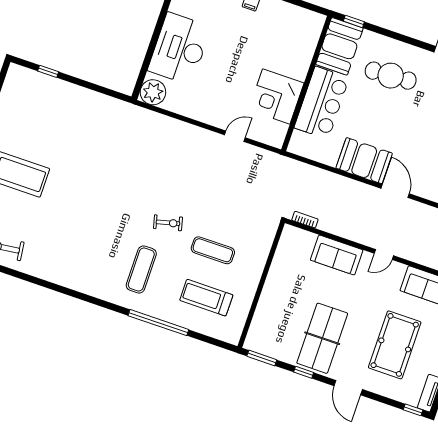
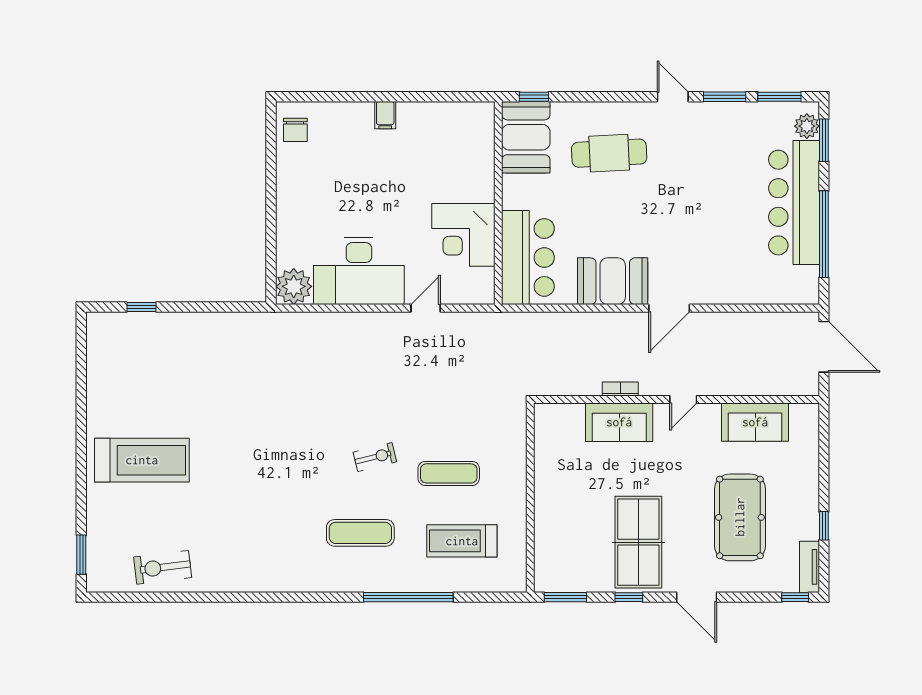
desk: (179, 49) -> (359, 271), moved, turned -90
bar counter: (322, 103) -> (528, 257), moved
door: (395, 191) -> (669, 308), swing flipped
bookcase: (305, 220) -> (620, 389), moved
exercise mat: (141, 269) -> (360, 533), turned 90

